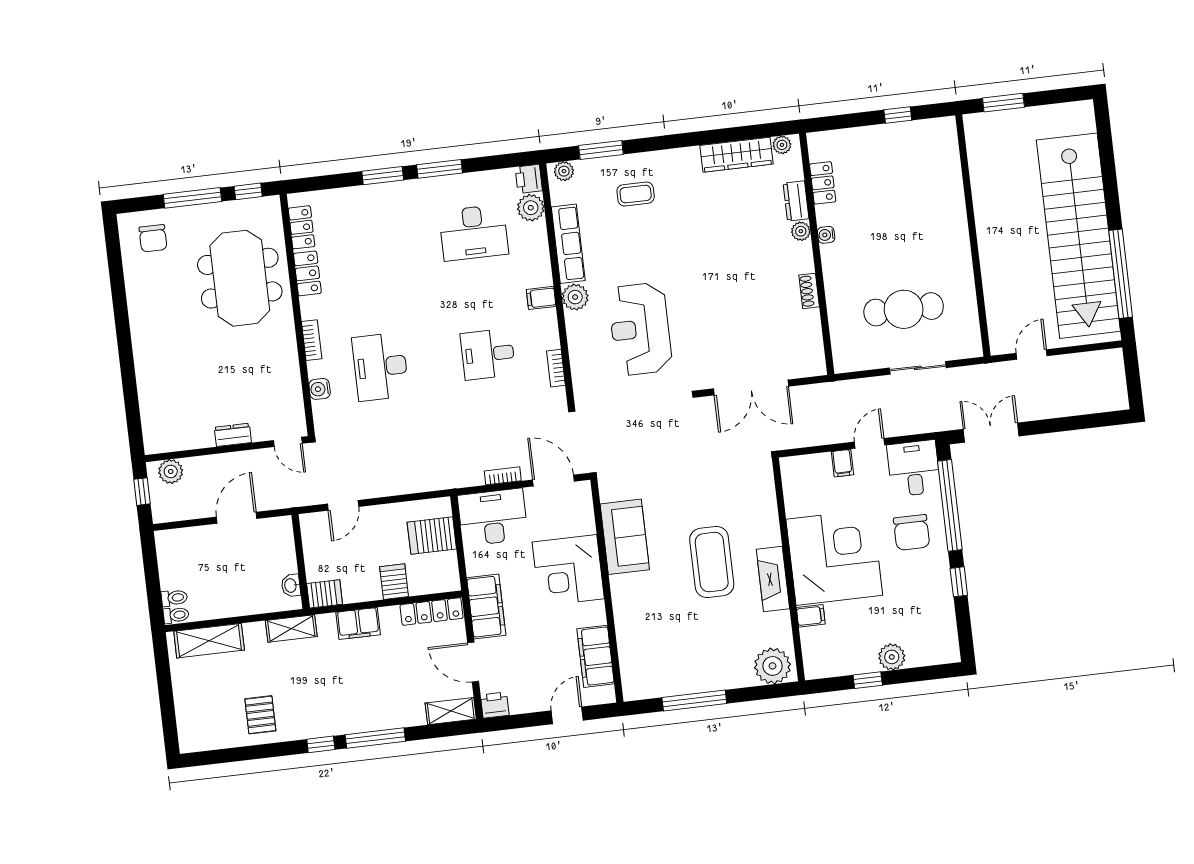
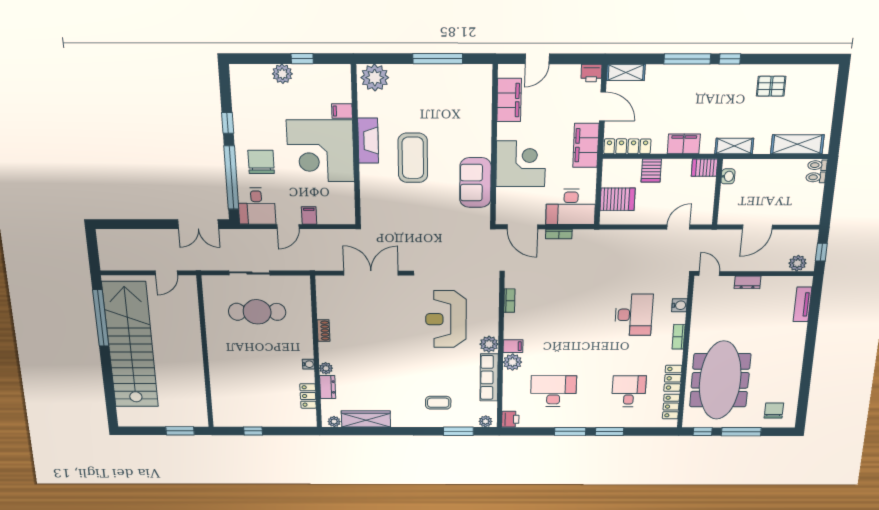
plant: (531, 208) -> (512, 362), moved
meeting table: (240, 278) -> (720, 380), width x1.36
reception desk: (640, 329) -> (446, 319), turned 180
desk: (488, 354) -> (629, 391), moved, turned -90
tv unit: (150, 410) -> (803, 304), added
pallet: (260, 715) -> (771, 86), turned 90

